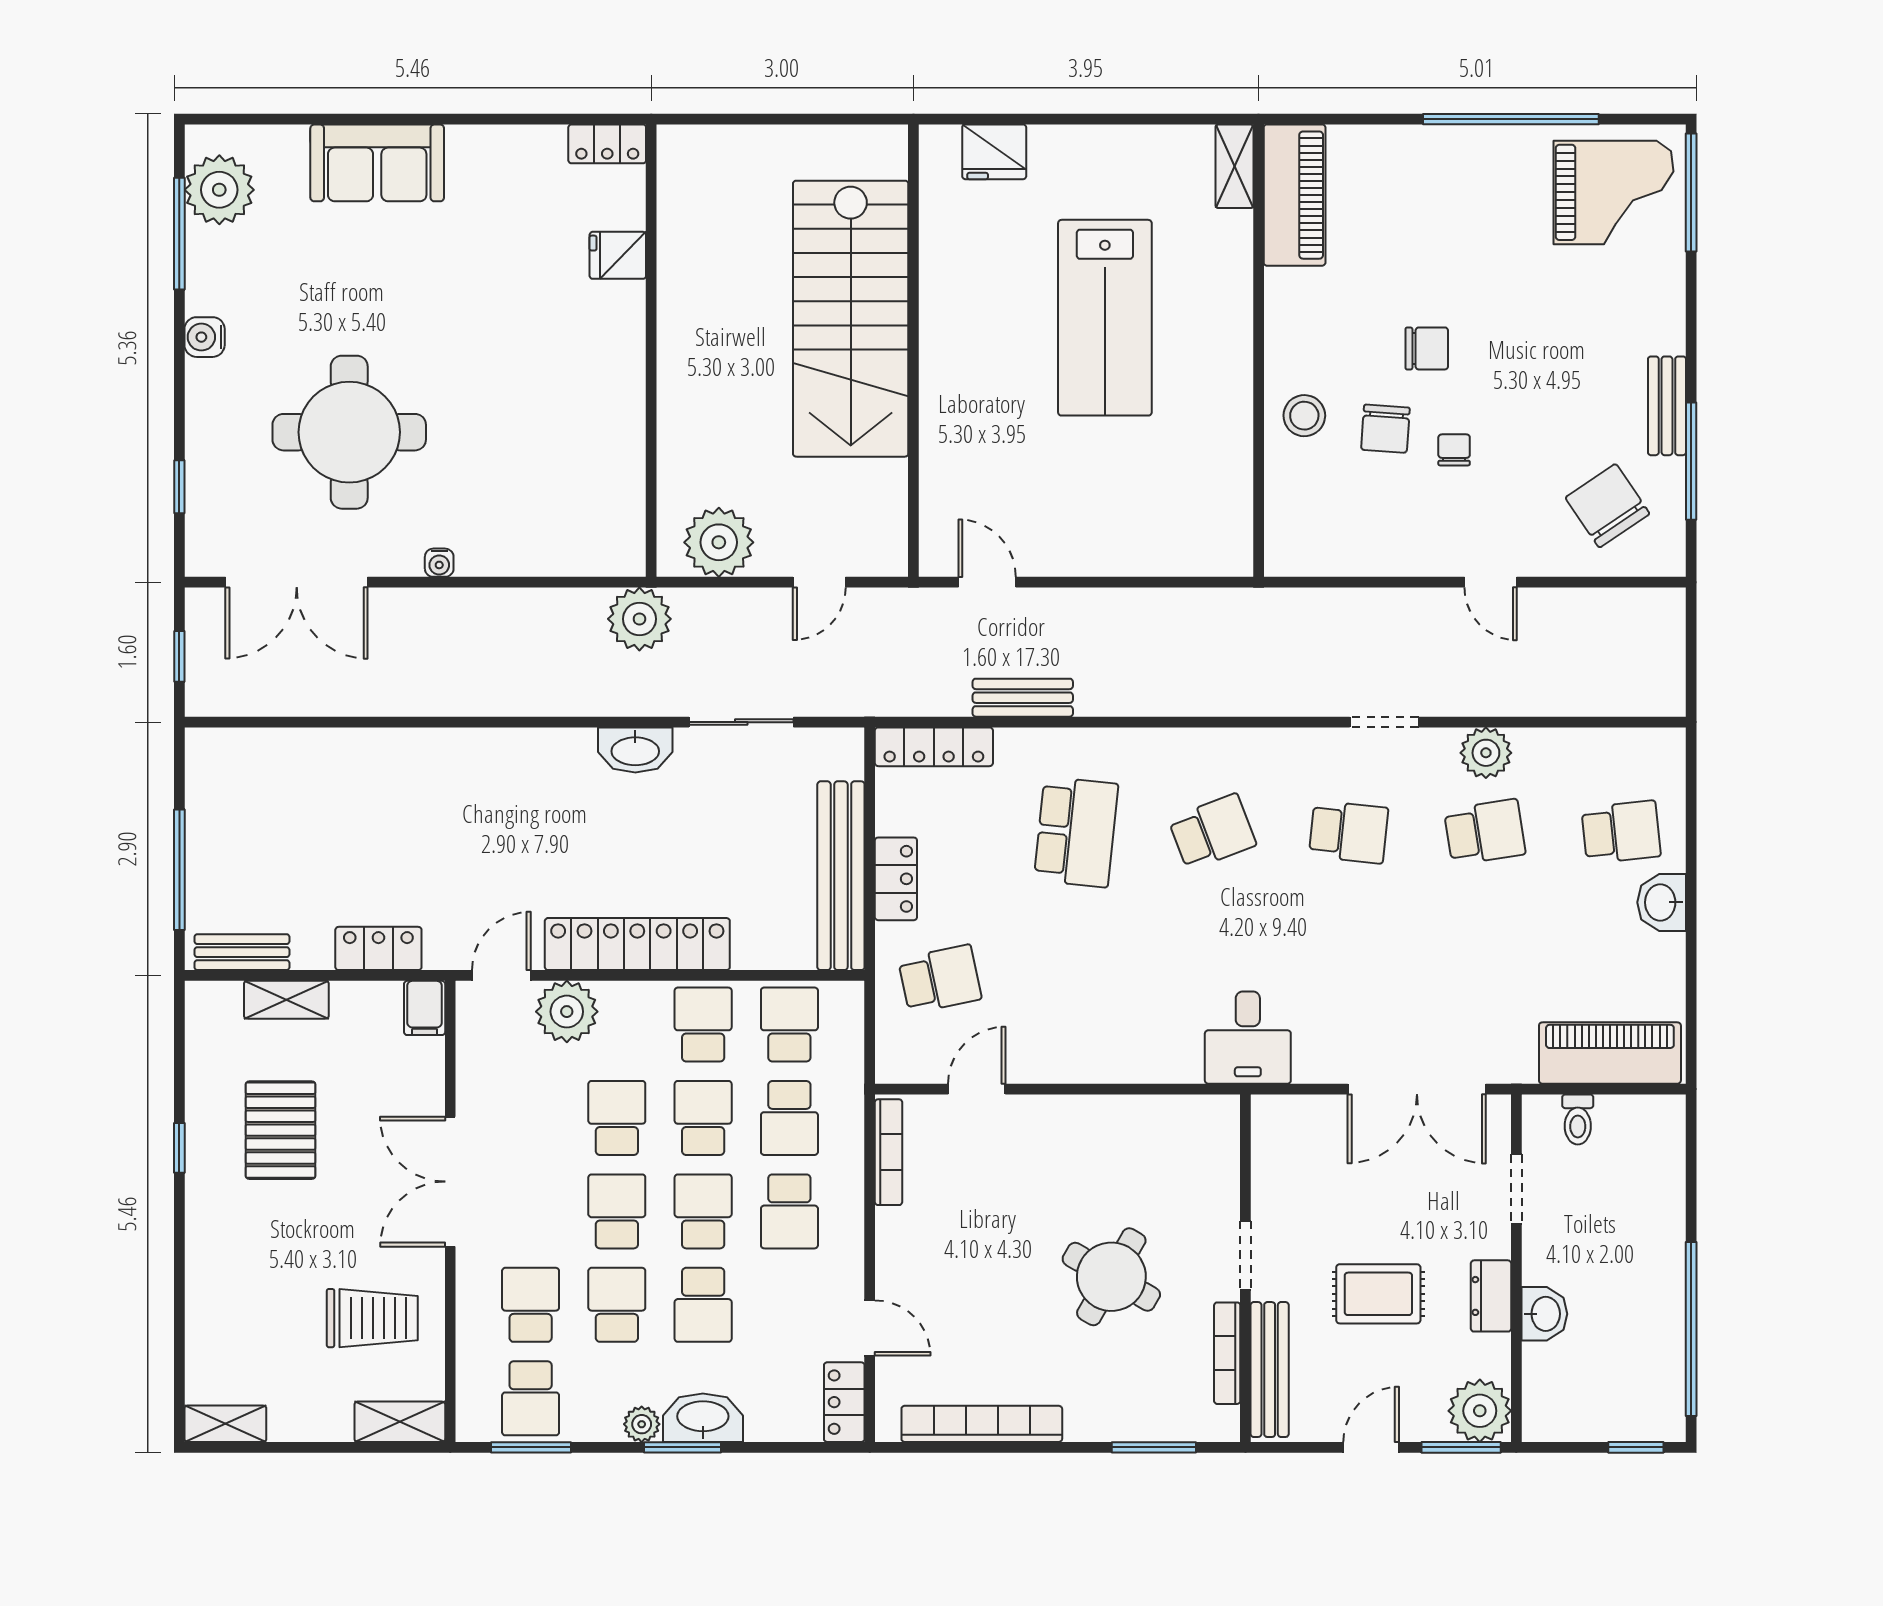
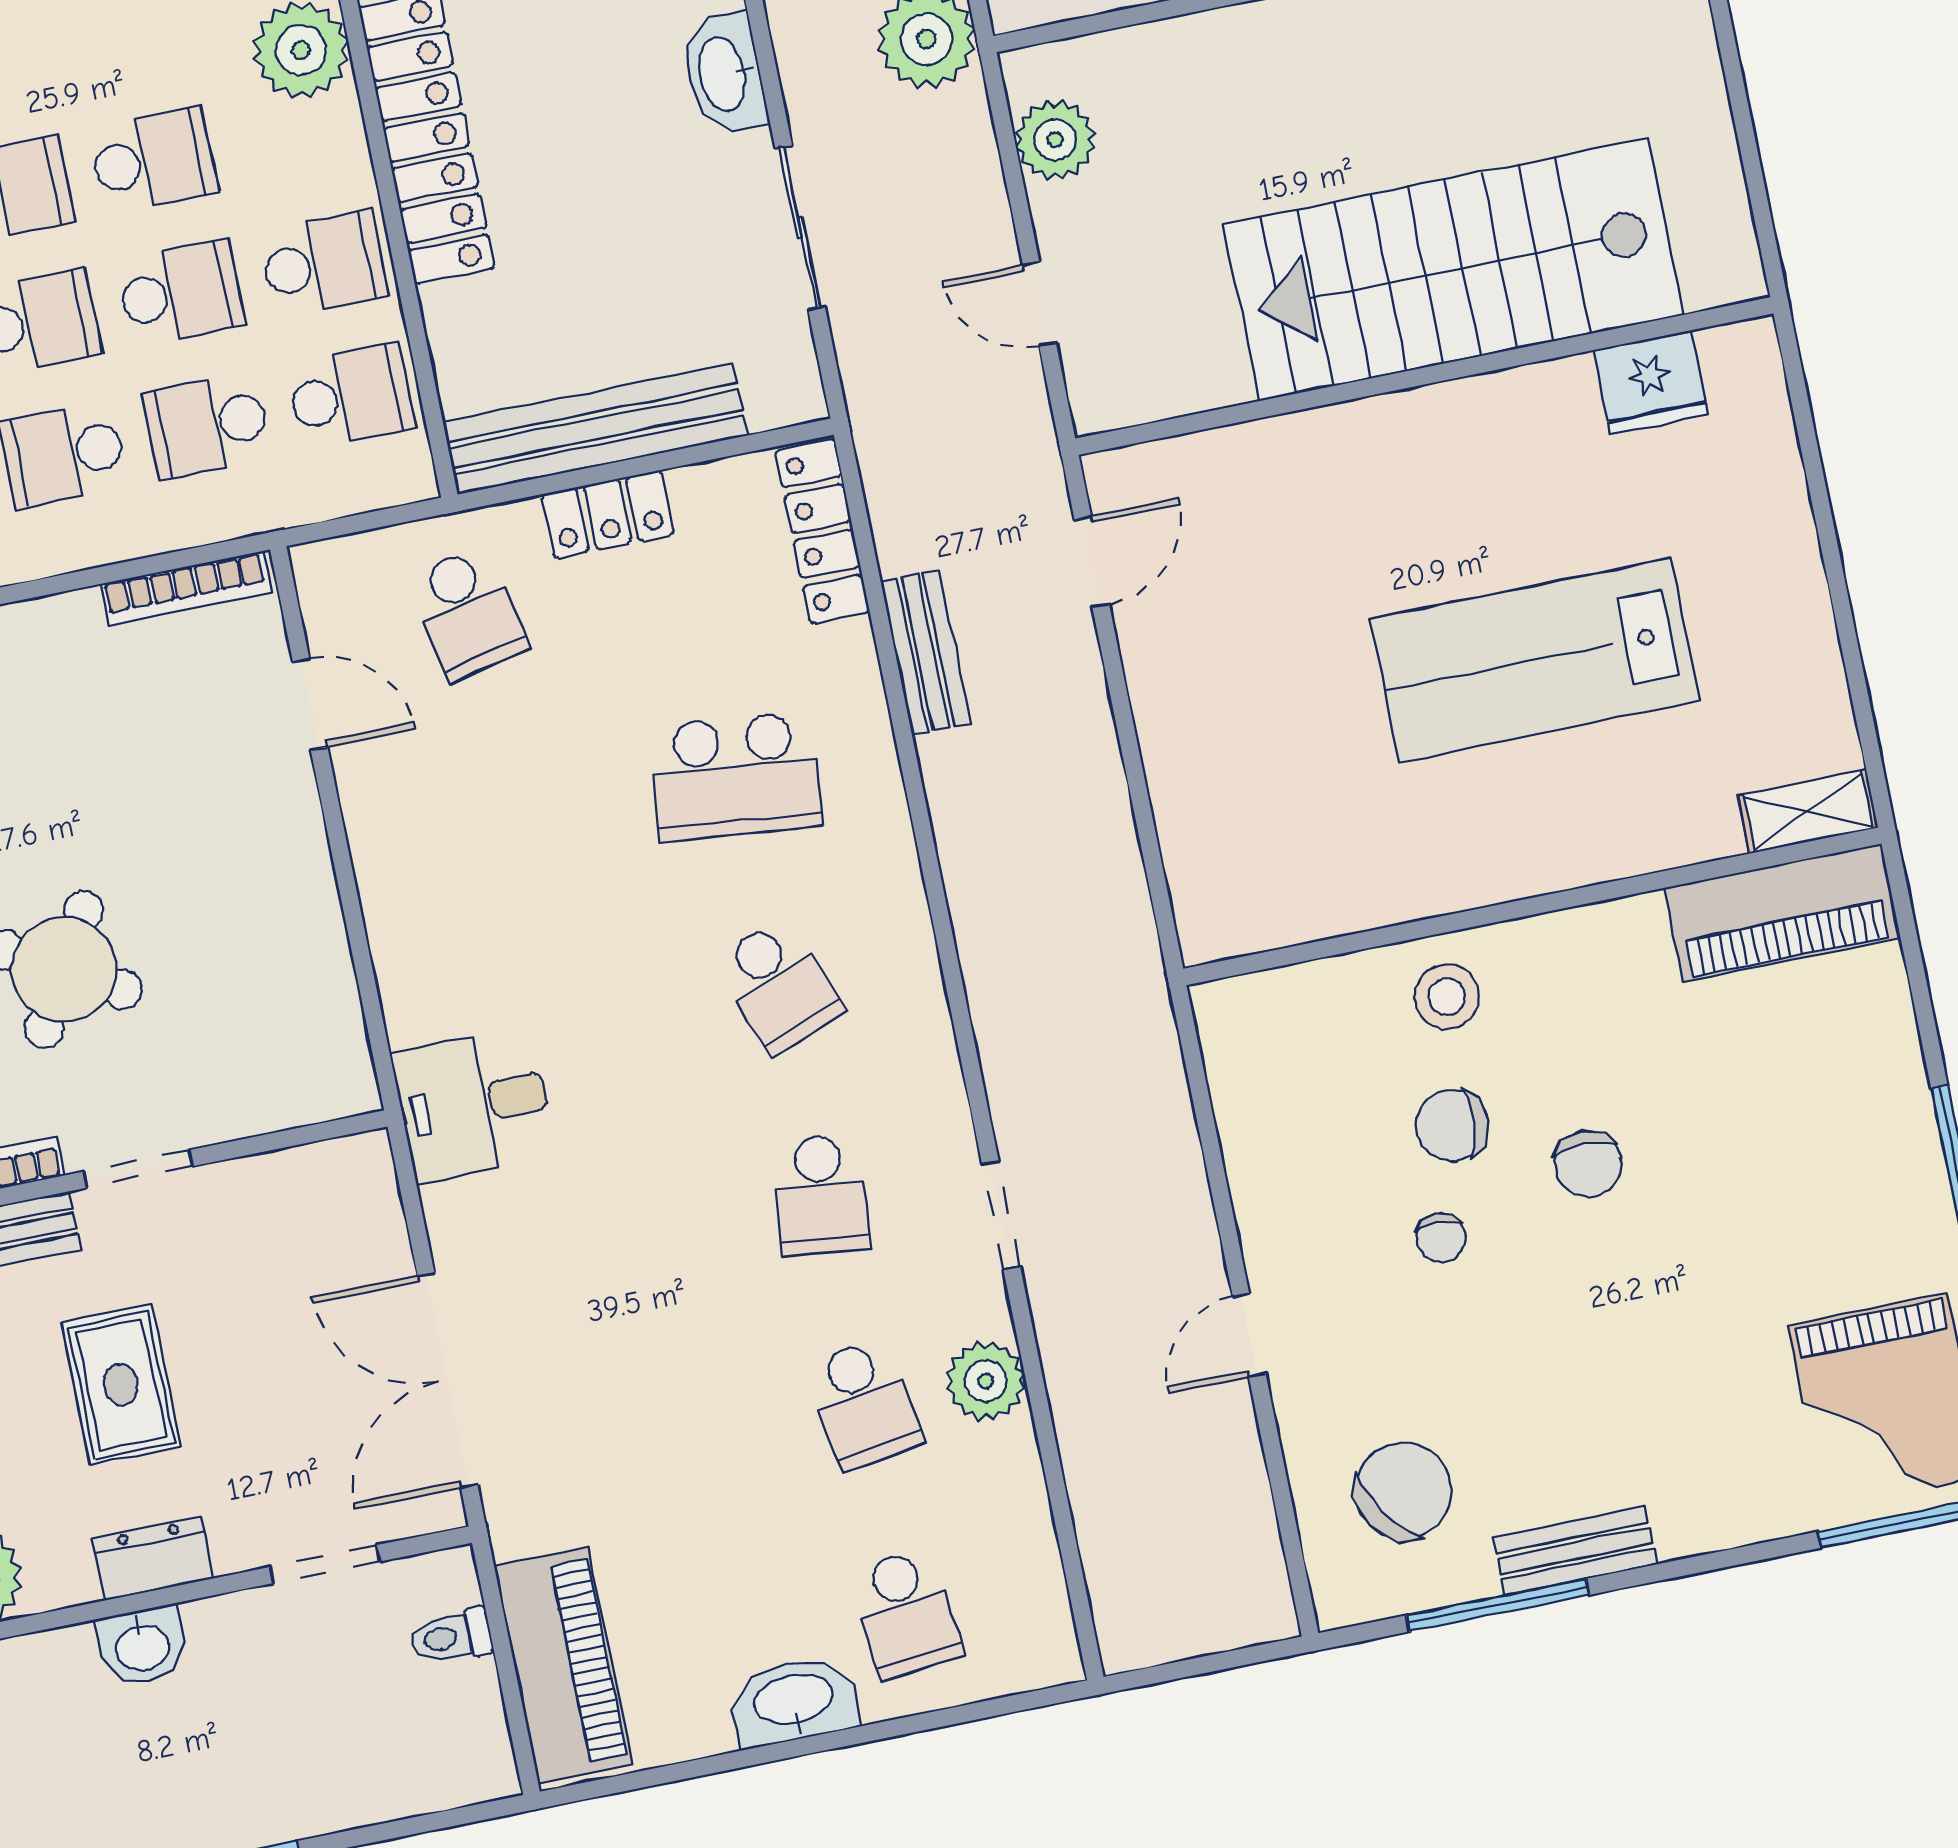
fridge: (994, 152) -> (1651, 382), moved, turned -90
chair: (1454, 450) -> (1441, 1238), turned 90
plant: (719, 542) -> (1055, 140), width x0.73, depth x0.73
washbasin: (1662, 902) -> (794, 1701), width x1.38

